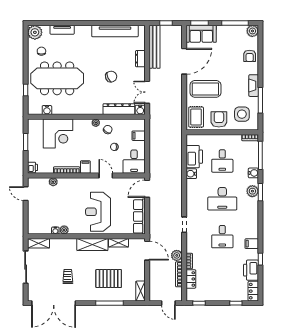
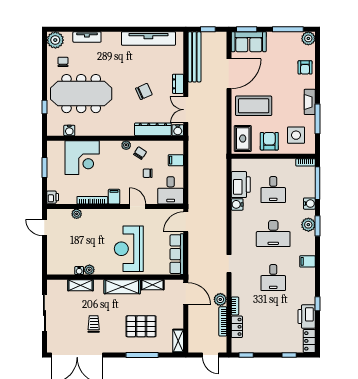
dresser: (140, 59) -> (178, 84), moved
shelving: (39, 243) -> (81, 285), moved
filing cabinet: (252, 244) -> (307, 261), moved

